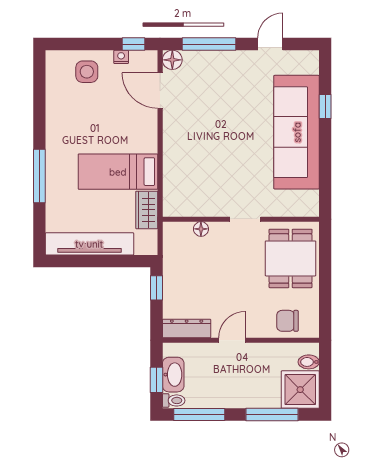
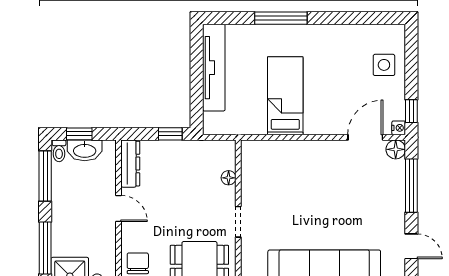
nightstand: (121, 57) -> (399, 128), moved
wardrobe: (147, 210) -> (247, 124), removed

